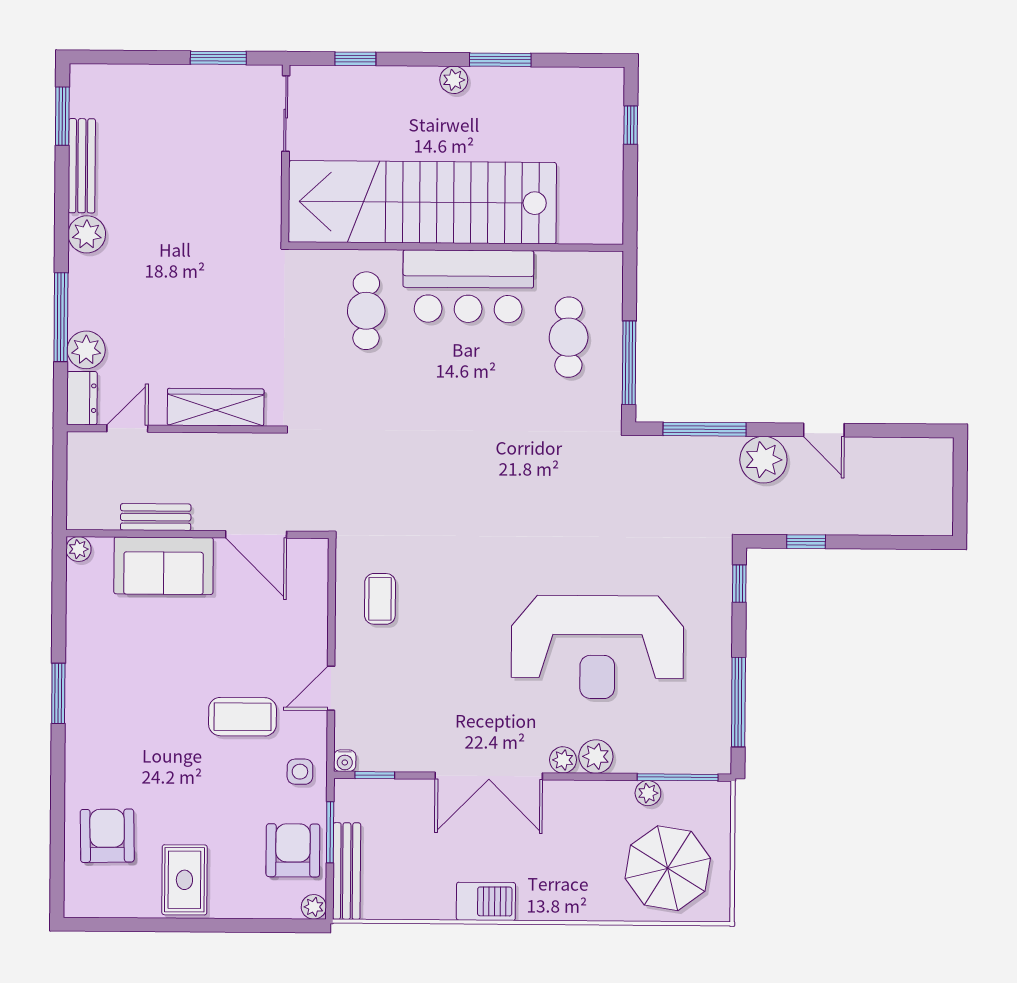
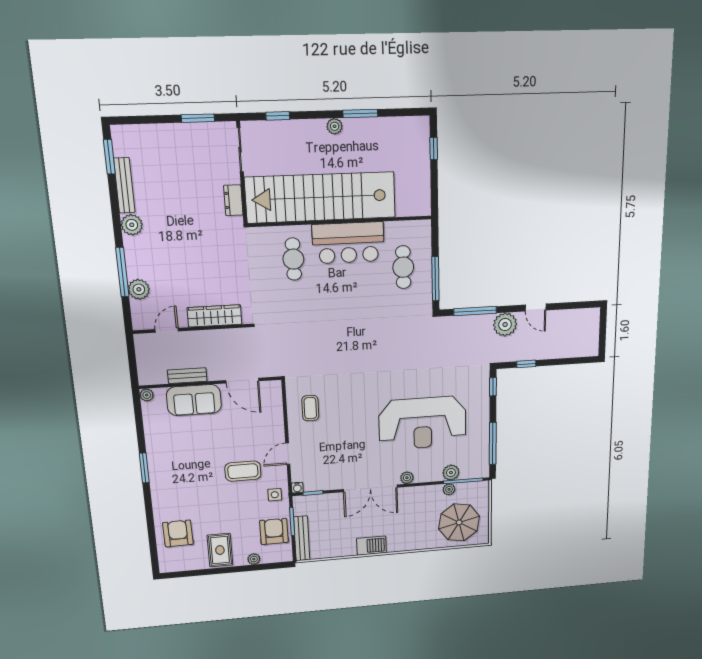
dresser: (82, 398) -> (233, 200), moved, turned 180
plant: (596, 756) -> (451, 473), moved
plant: (314, 907) -> (254, 559), moved

